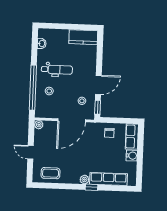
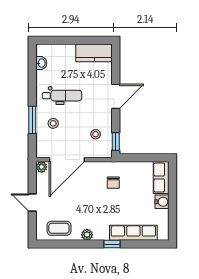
door: (98, 85) -> (116, 96), moved
window: (33, 88) -> (32, 120), width x0.47
door: (72, 120) -> (67, 160), moved
chair: (109, 133) -> (113, 183), moved
plant: (84, 180) -> (87, 235), moved

